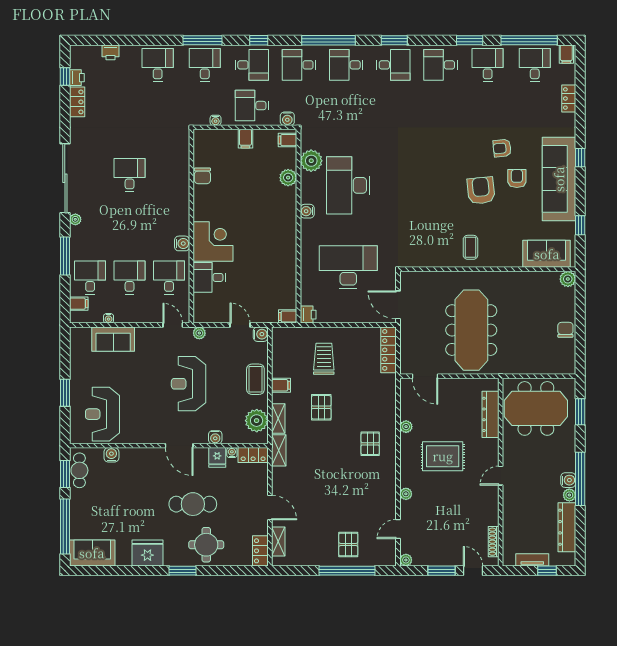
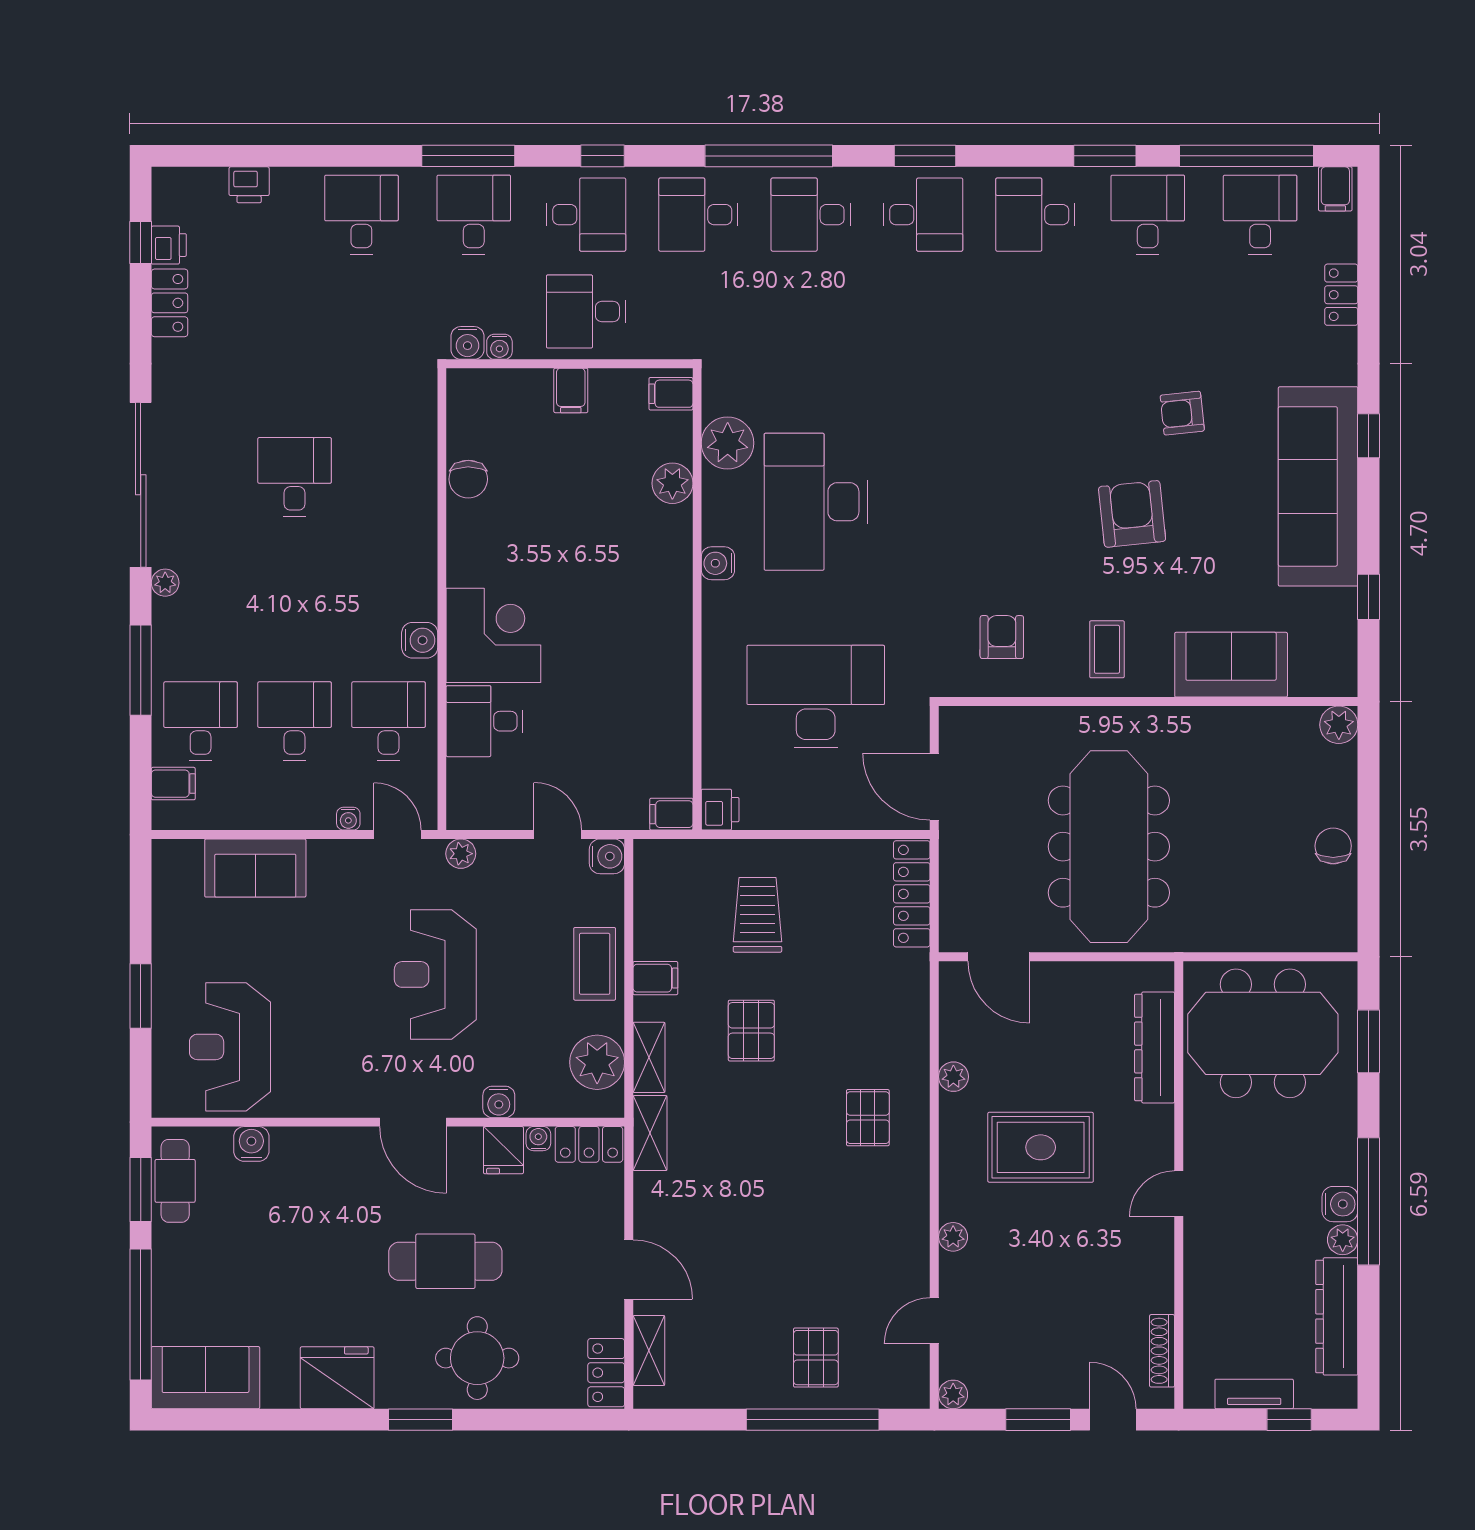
water cooler: (287, 119) -> (467, 343), moved
armchair: (517, 179) -> (1002, 637), moved
sofa: (547, 254) -> (1231, 665), moved
water cooler: (109, 318) -> (348, 819), moved

